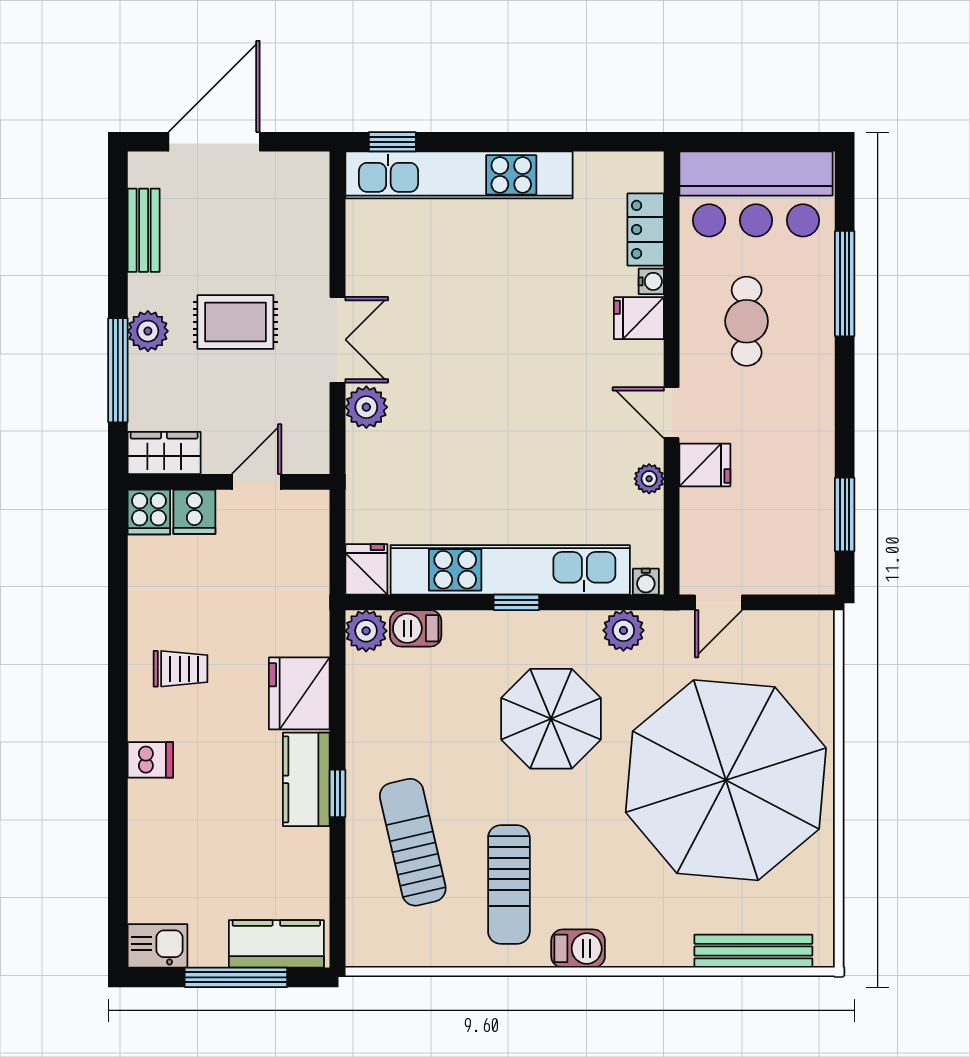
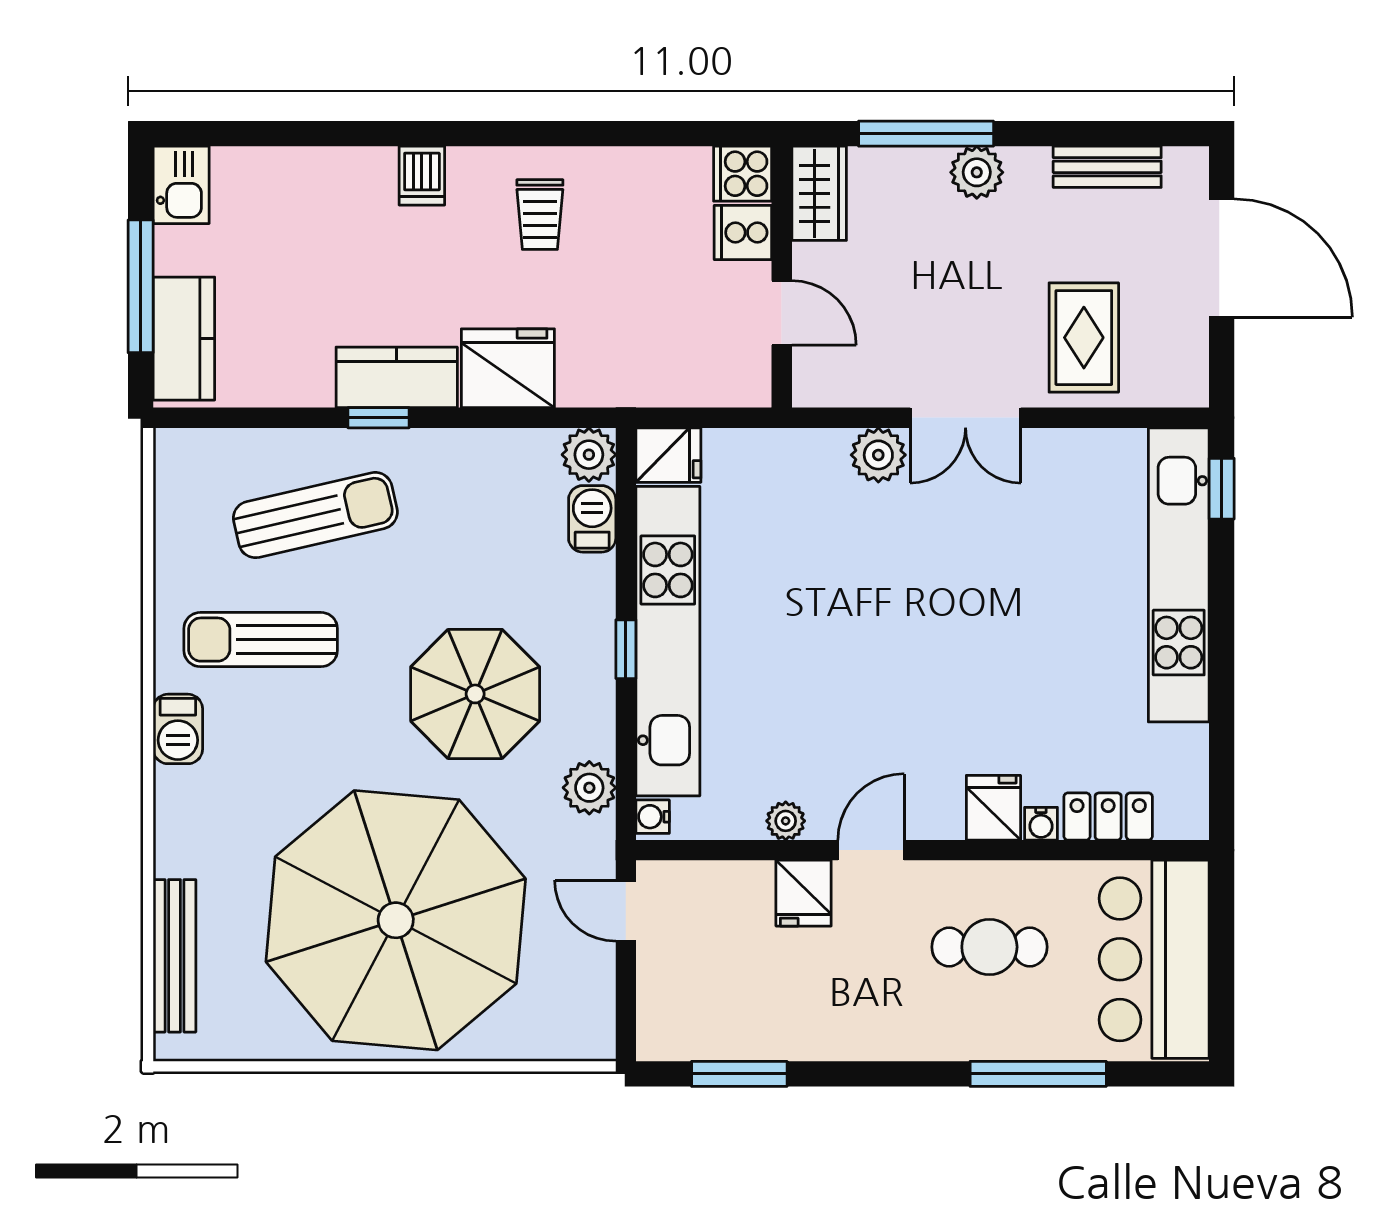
rug: (235, 322) -> (1084, 338), moved

